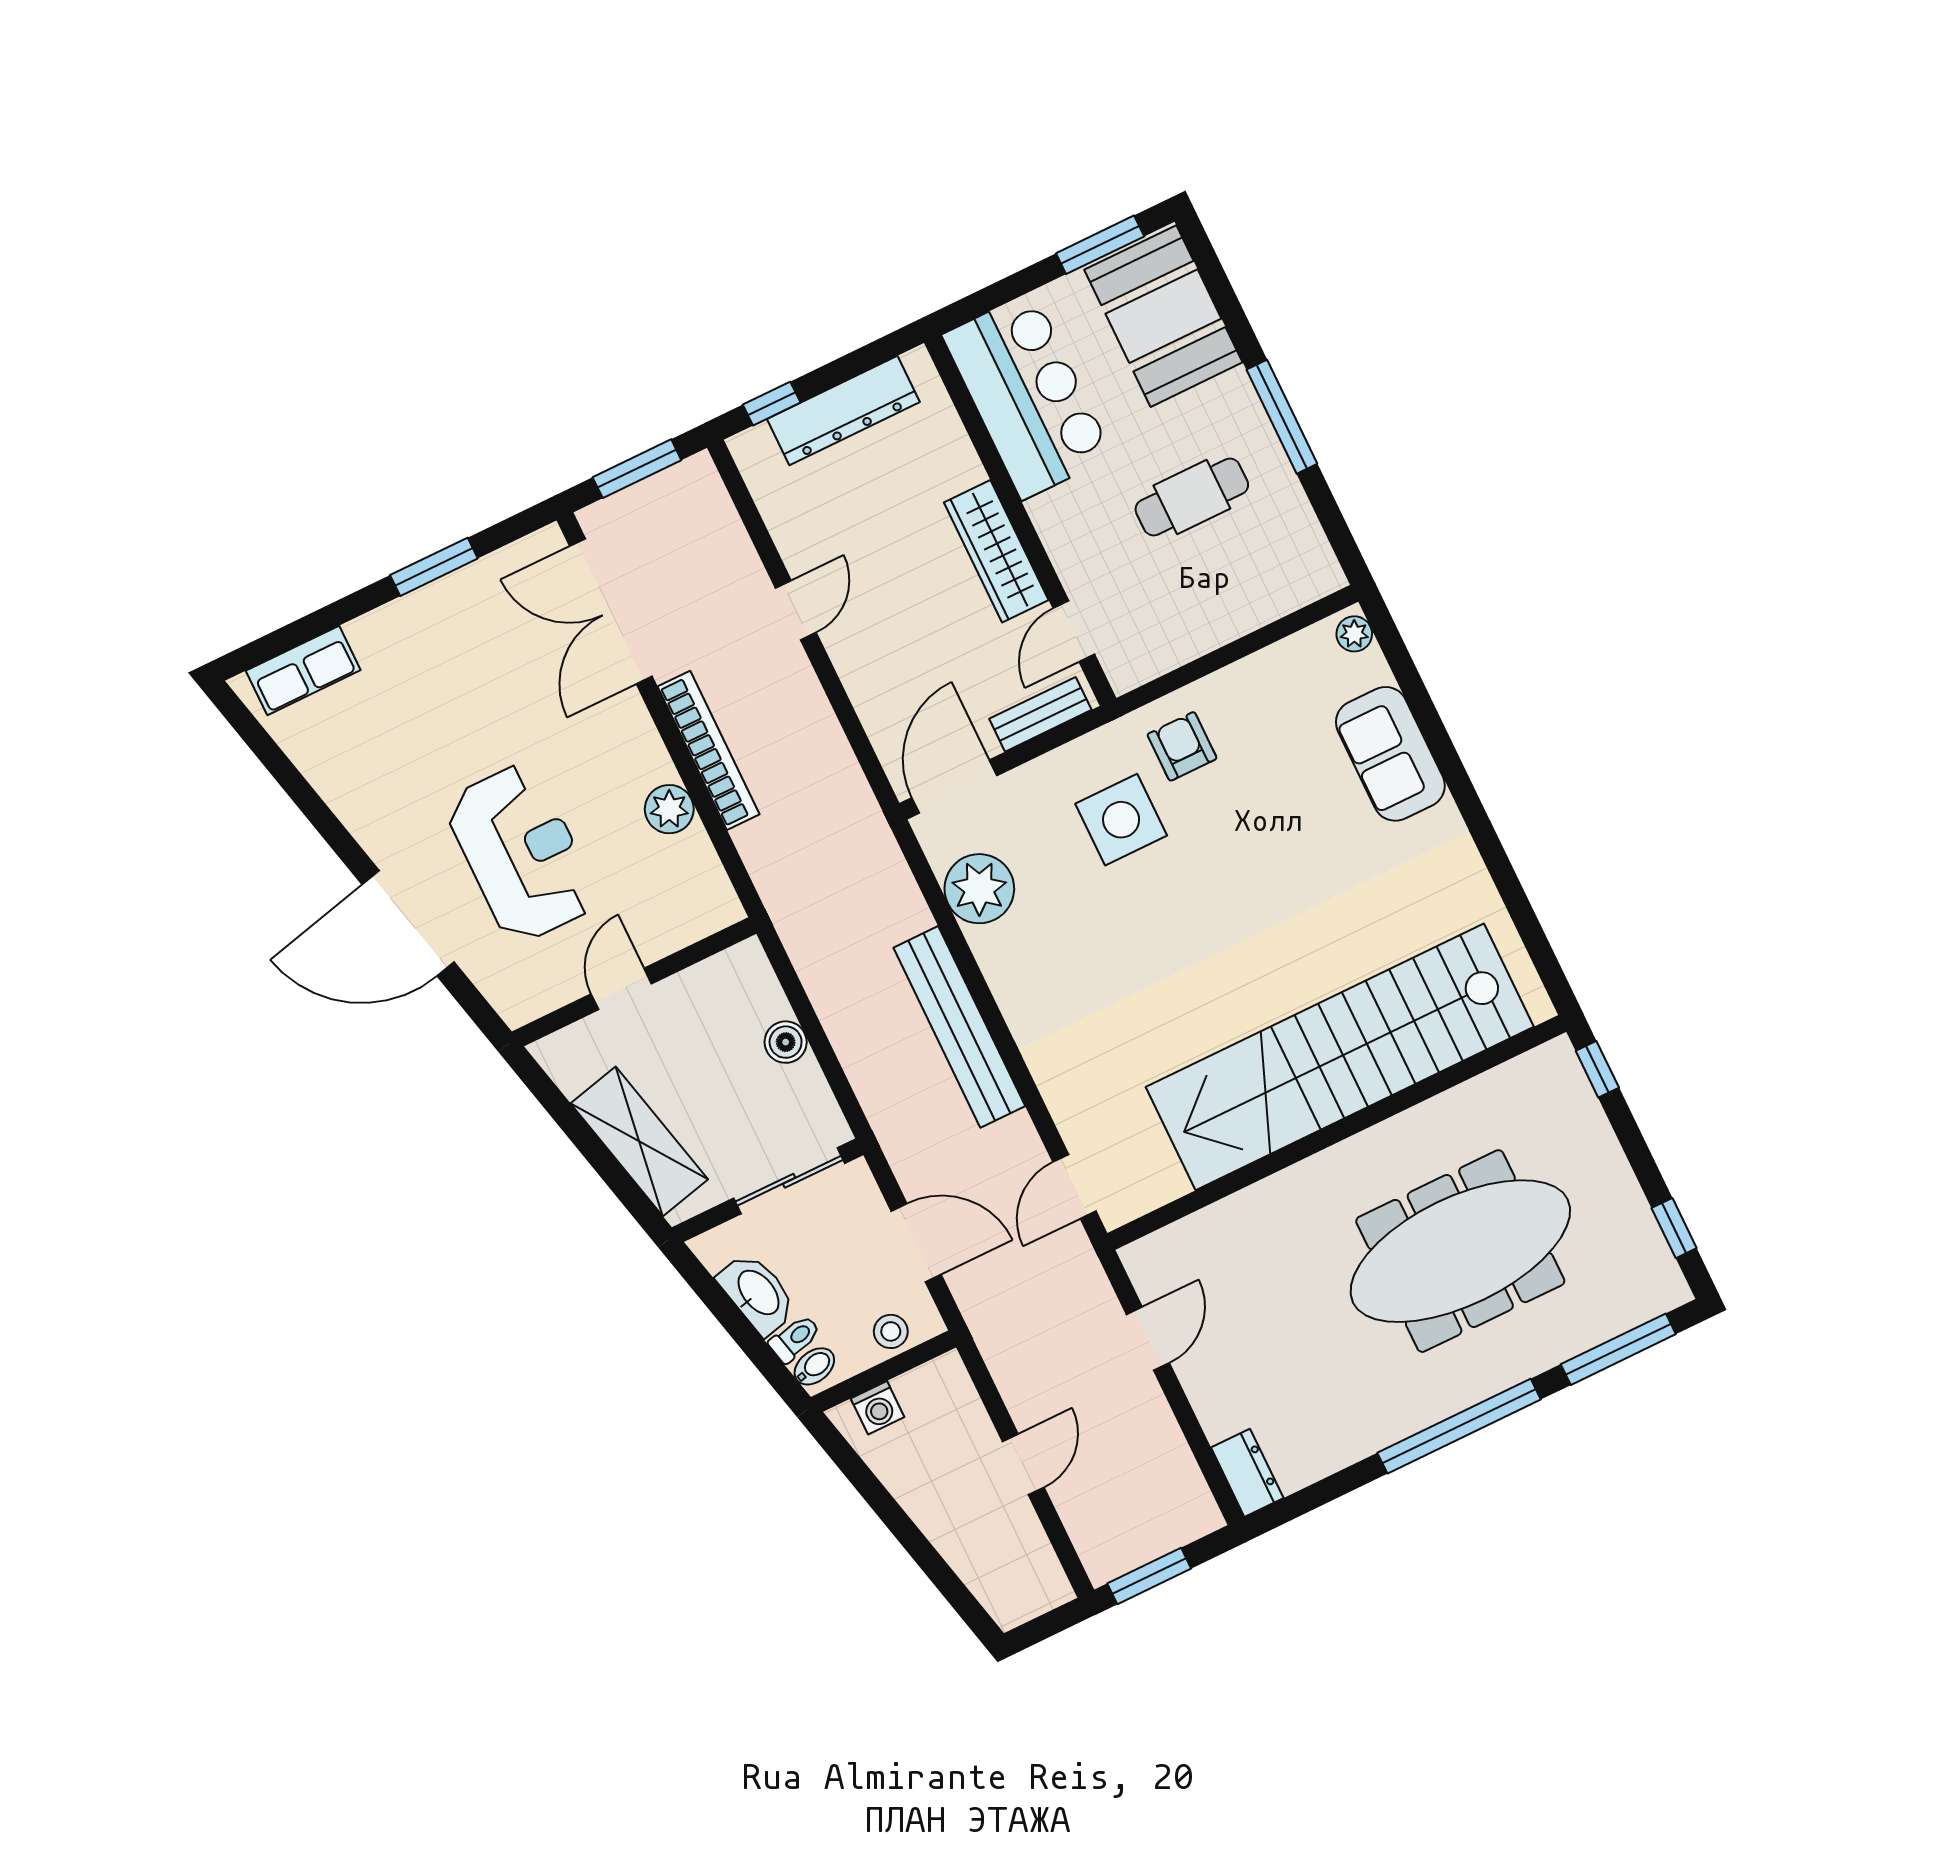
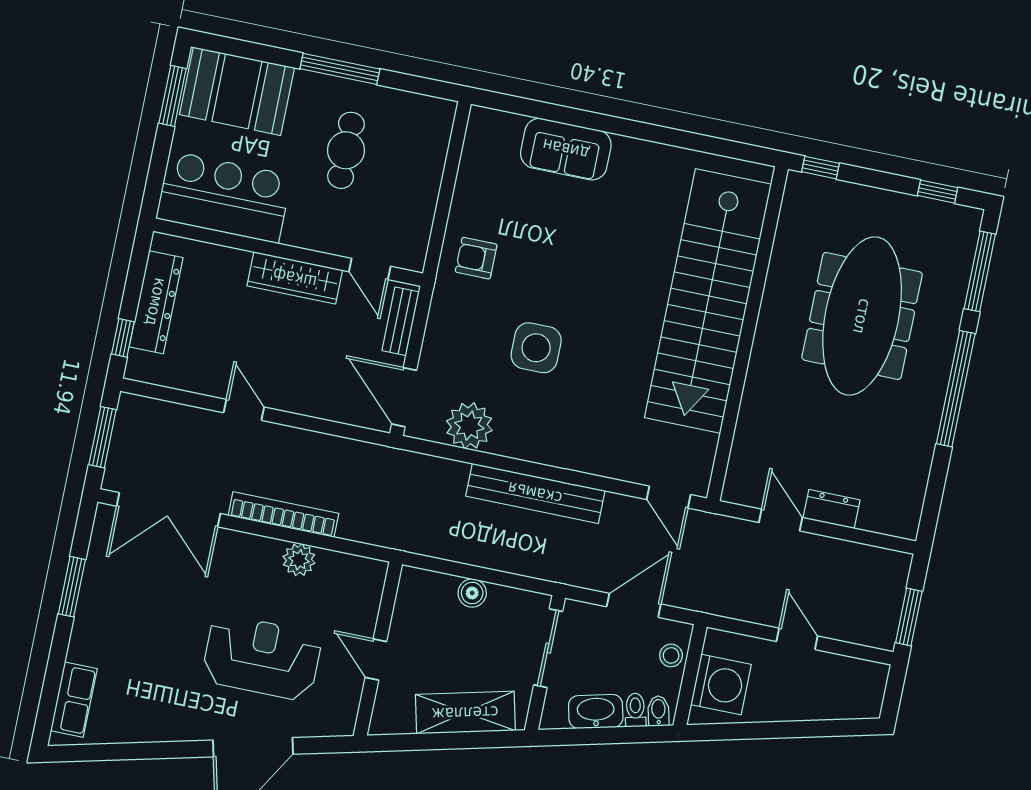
plant: (1354, 634) -> (486, 119), removed
side table: (1121, 820) -> (536, 348), moved
washing machine: (877, 1408) -> (721, 685), width x1.89, depth x1.89
dresser: (1247, 1473) -> (831, 509), moved

